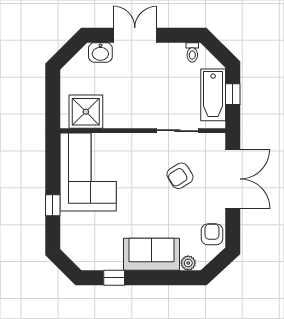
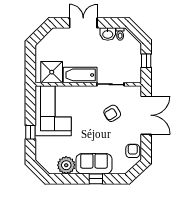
washbasin: (100, 52) -> (108, 34), moved
bathtub: (213, 95) -> (80, 75), moved, turned 90
plant: (188, 263) -> (66, 165), moved, width x1.88, depth x1.88
window: (114, 278) -> (96, 179), moved

